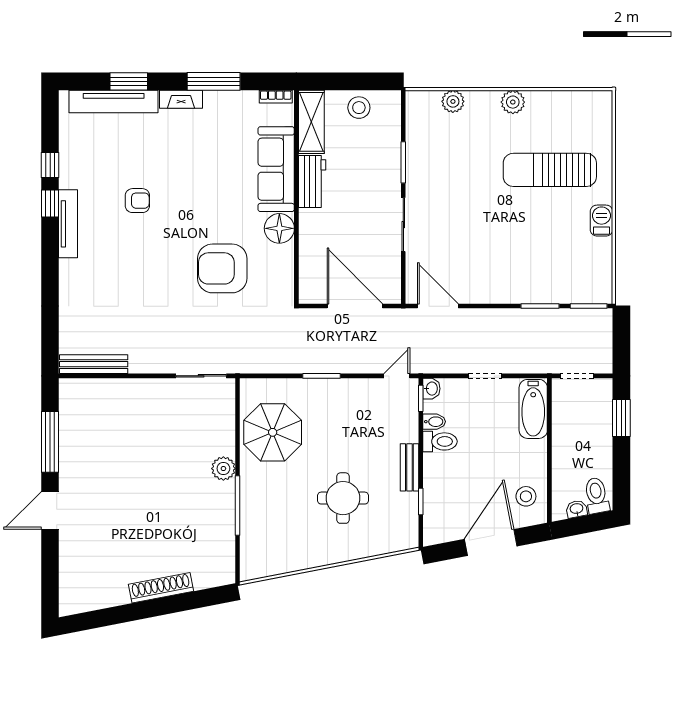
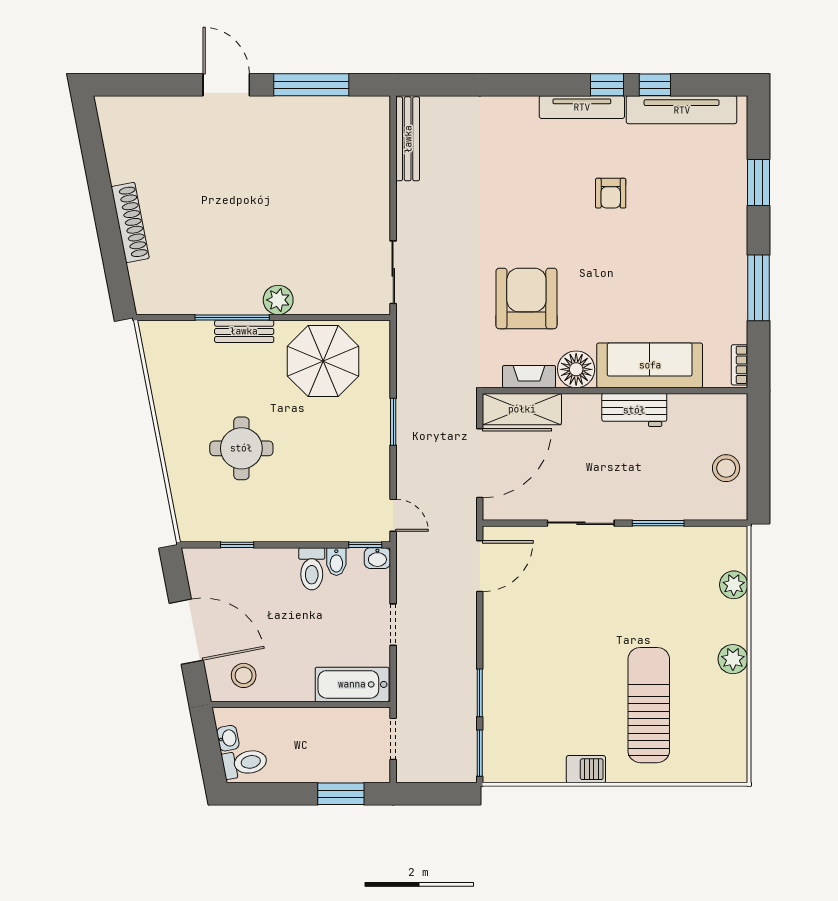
fireplace: (181, 99) -> (529, 377), moved, turned 90
tv unit: (114, 102) -> (682, 110), moved, turned -90
shelving: (311, 122) -> (522, 409), moved
bench: (409, 467) -> (244, 331), moved

